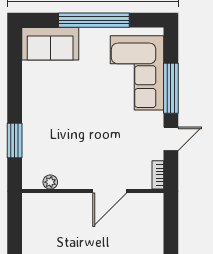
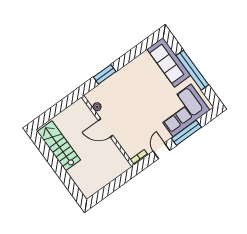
sofa: (50, 44) -> (169, 62), width x1.36
door: (171, 139) -> (162, 151), swing flipped
door: (110, 191) -> (106, 128), moved

